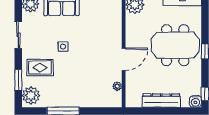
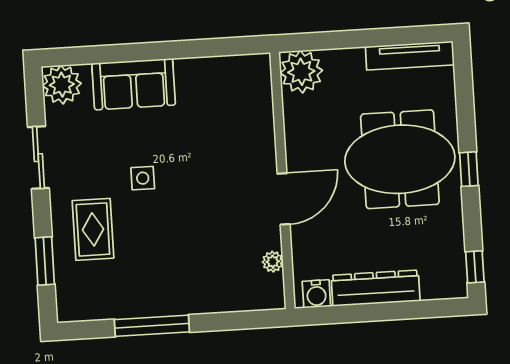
rug: (40, 68) -> (93, 229), turned 90
plant: (31, 95) -> (76, 295), removed
water cooler: (195, 101) -> (316, 294), moved

